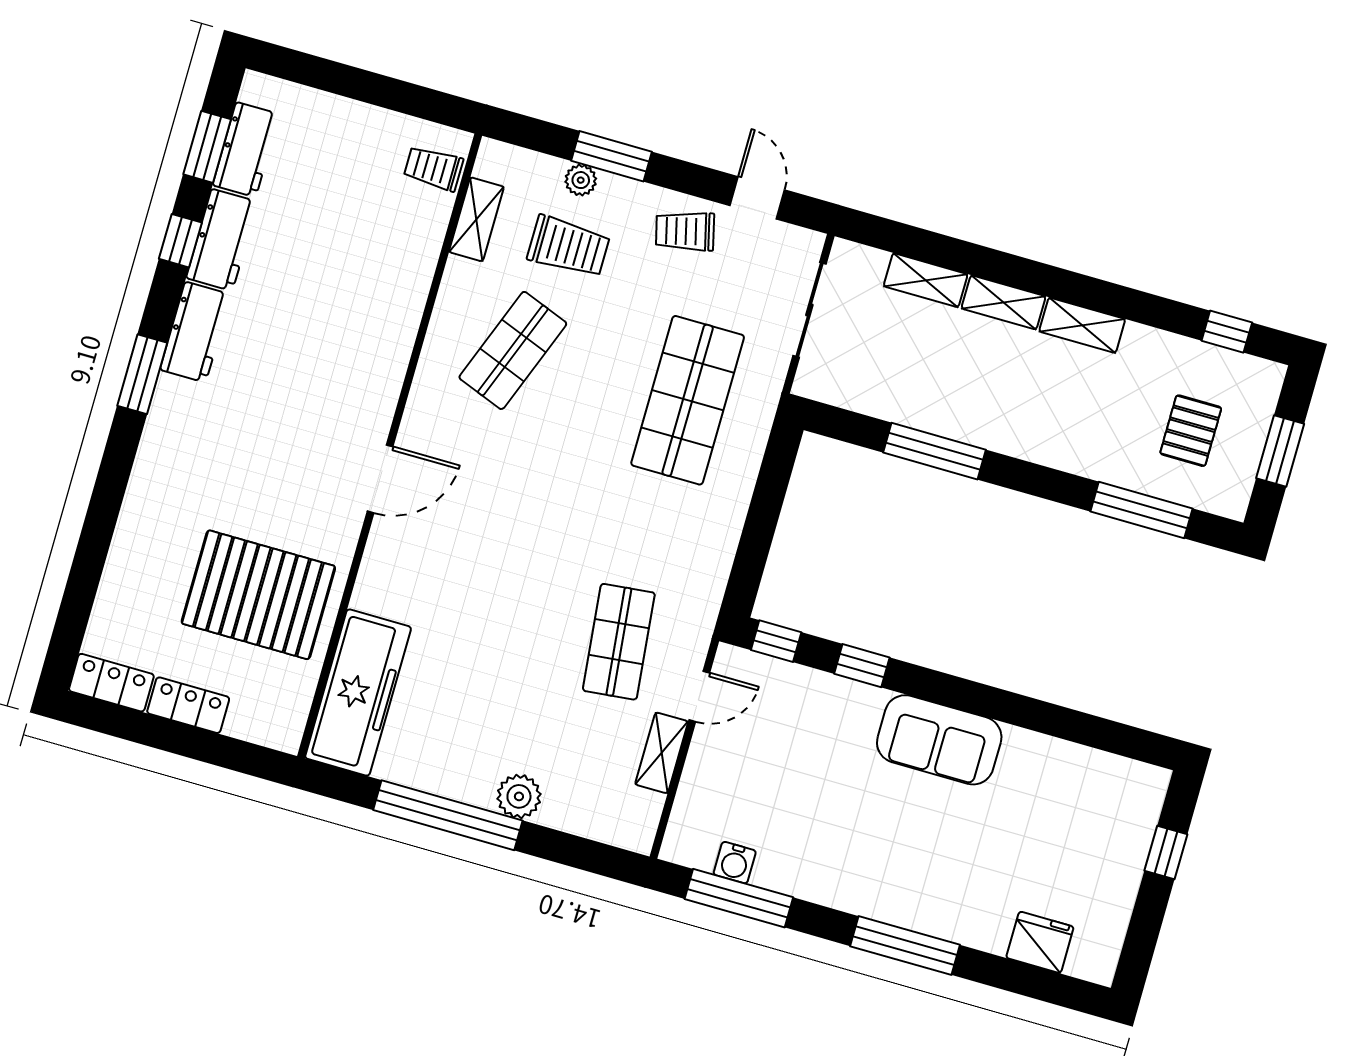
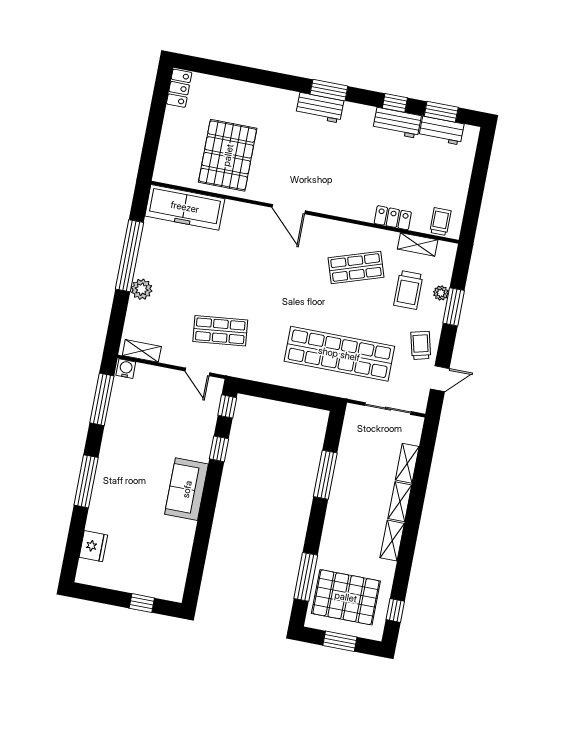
workbench: (195, 332) -> (320, 108), moved
shop shelf: (513, 350) -> (356, 267), turned -39
shop shelf: (688, 400) -> (339, 354), width x1.40
pallet: (1191, 431) -> (346, 597), width x2.05, depth x2.00
locker: (188, 705) -> (393, 218), moved, turned -90
shelving: (662, 753) -> (142, 351), moved
water cooler: (735, 863) -> (126, 369), moved, turned 90

